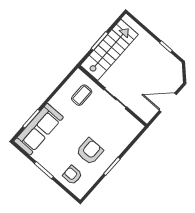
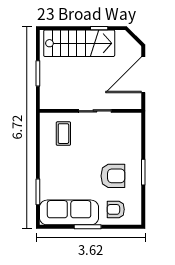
stairs: (109, 50) -> (79, 43), moved, turned 90
door: (168, 102) -> (143, 75), width x1.36
sofa: (39, 129) -> (69, 212), moved, turned -90
armchair: (90, 151) -> (113, 176), turned 90

